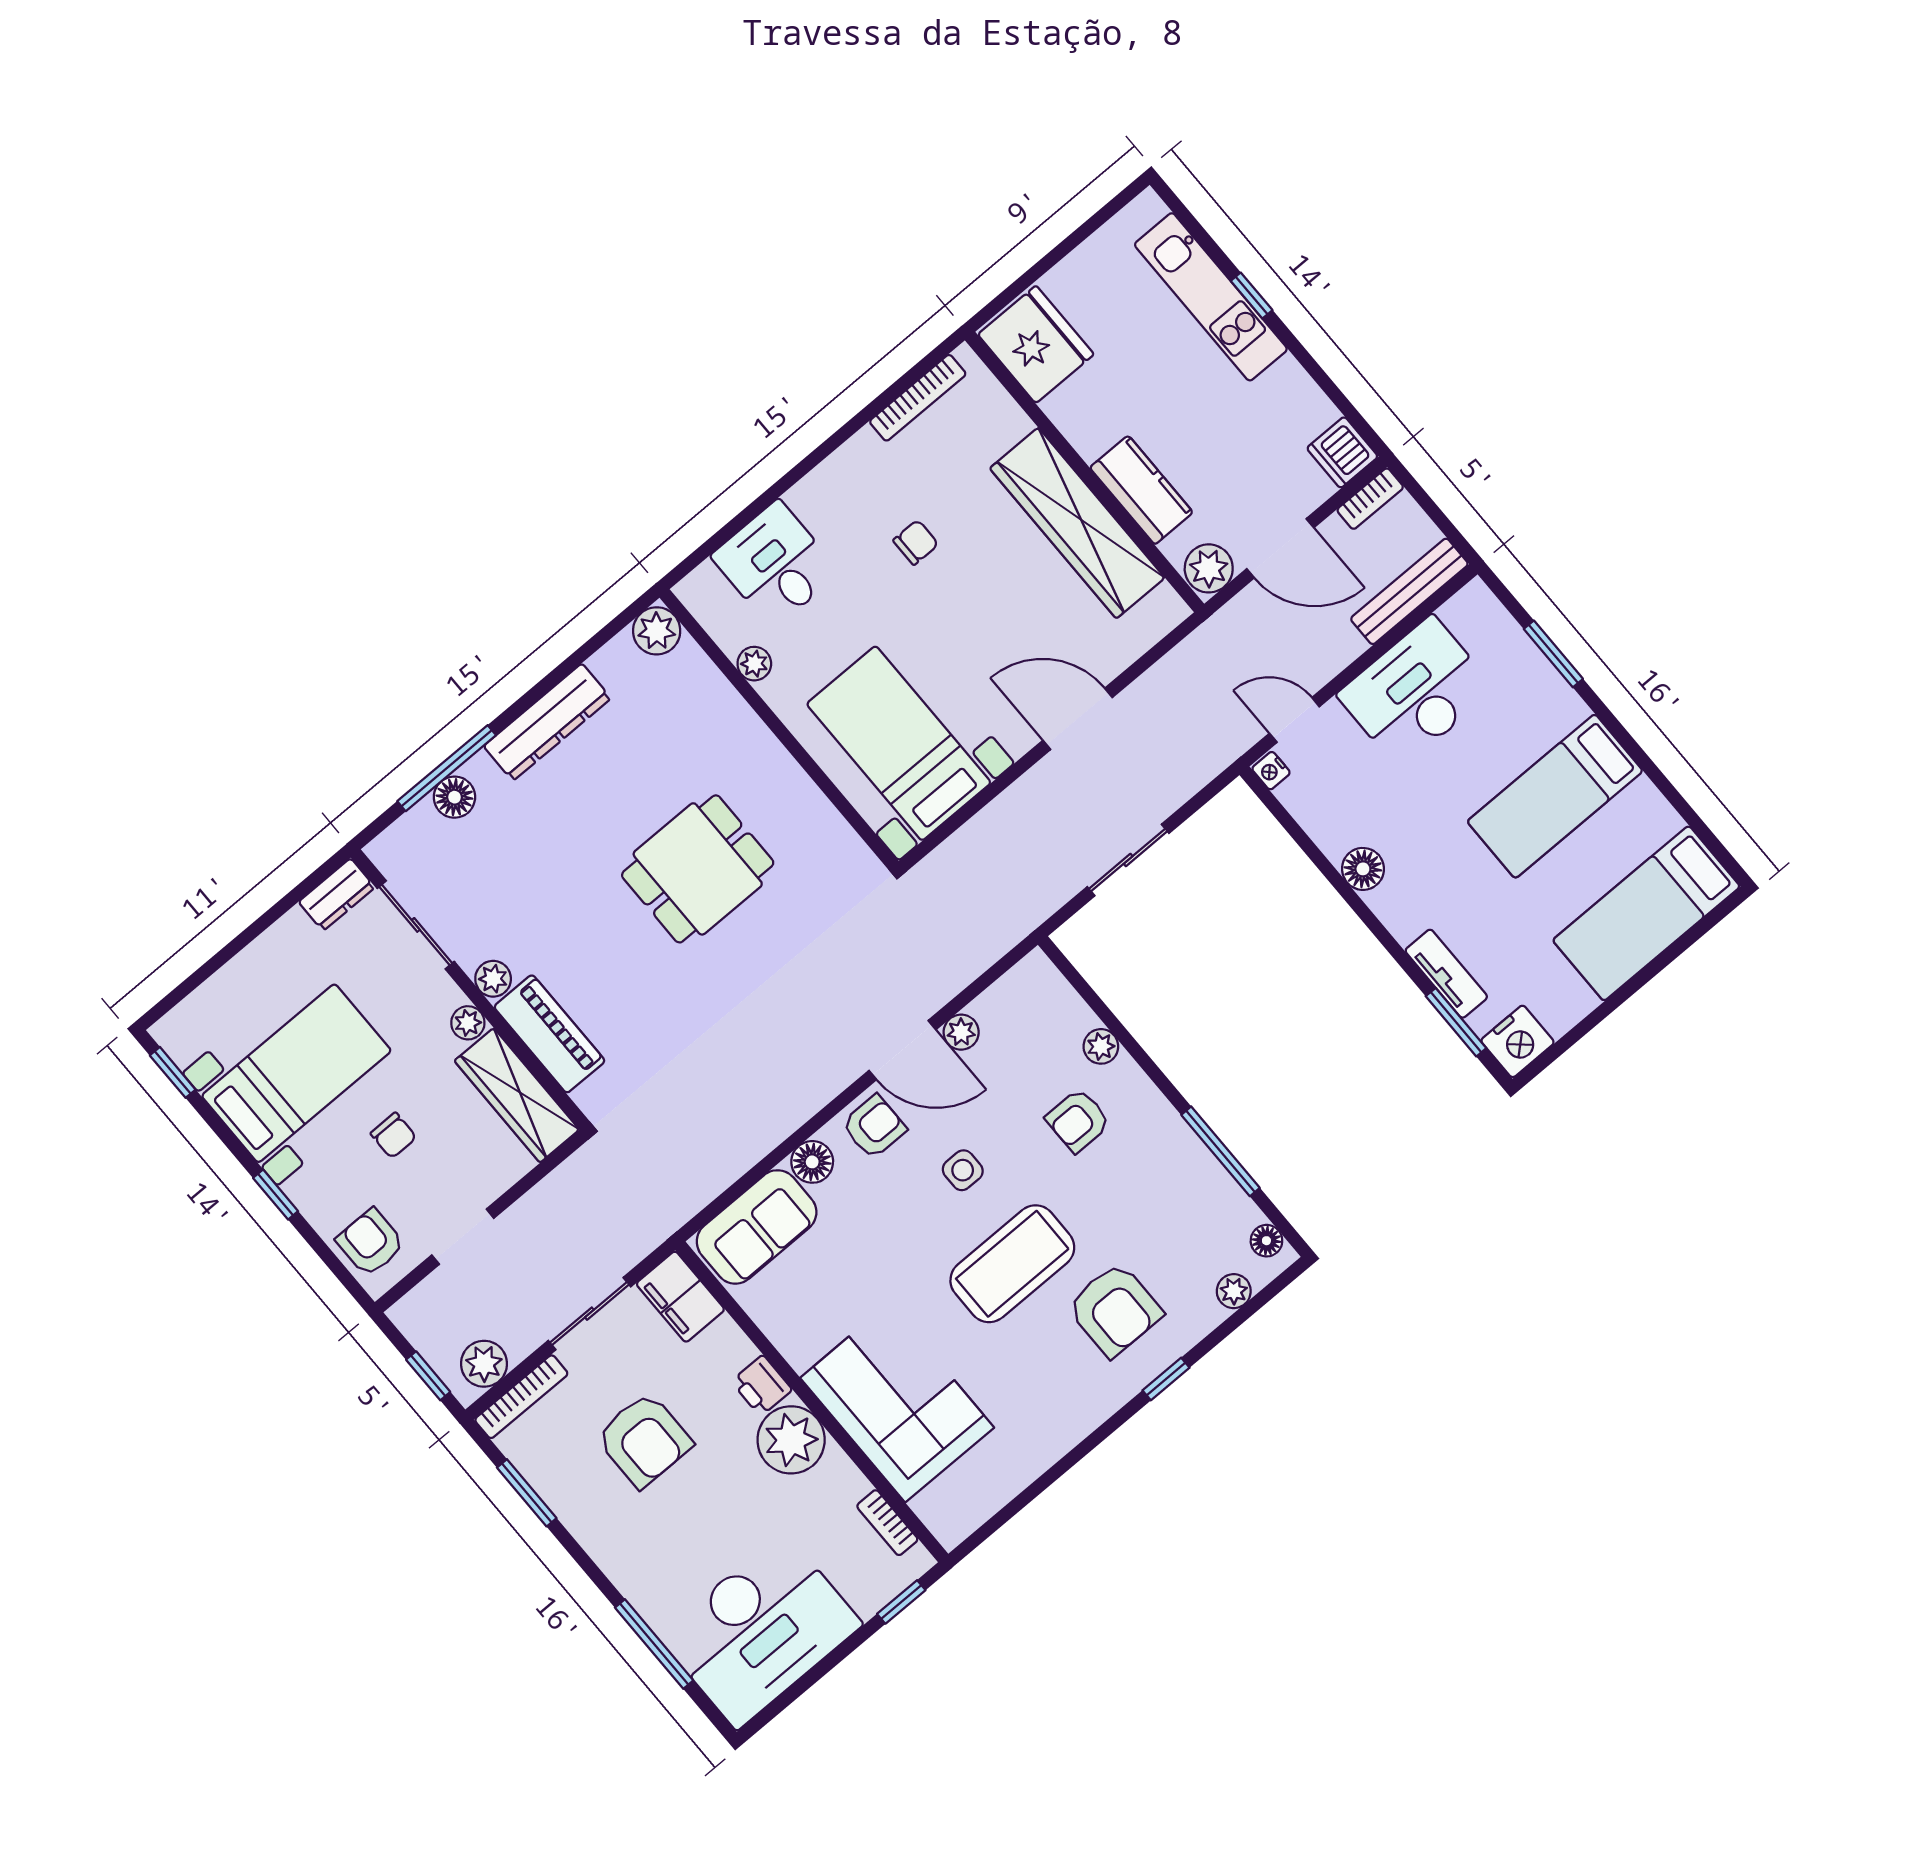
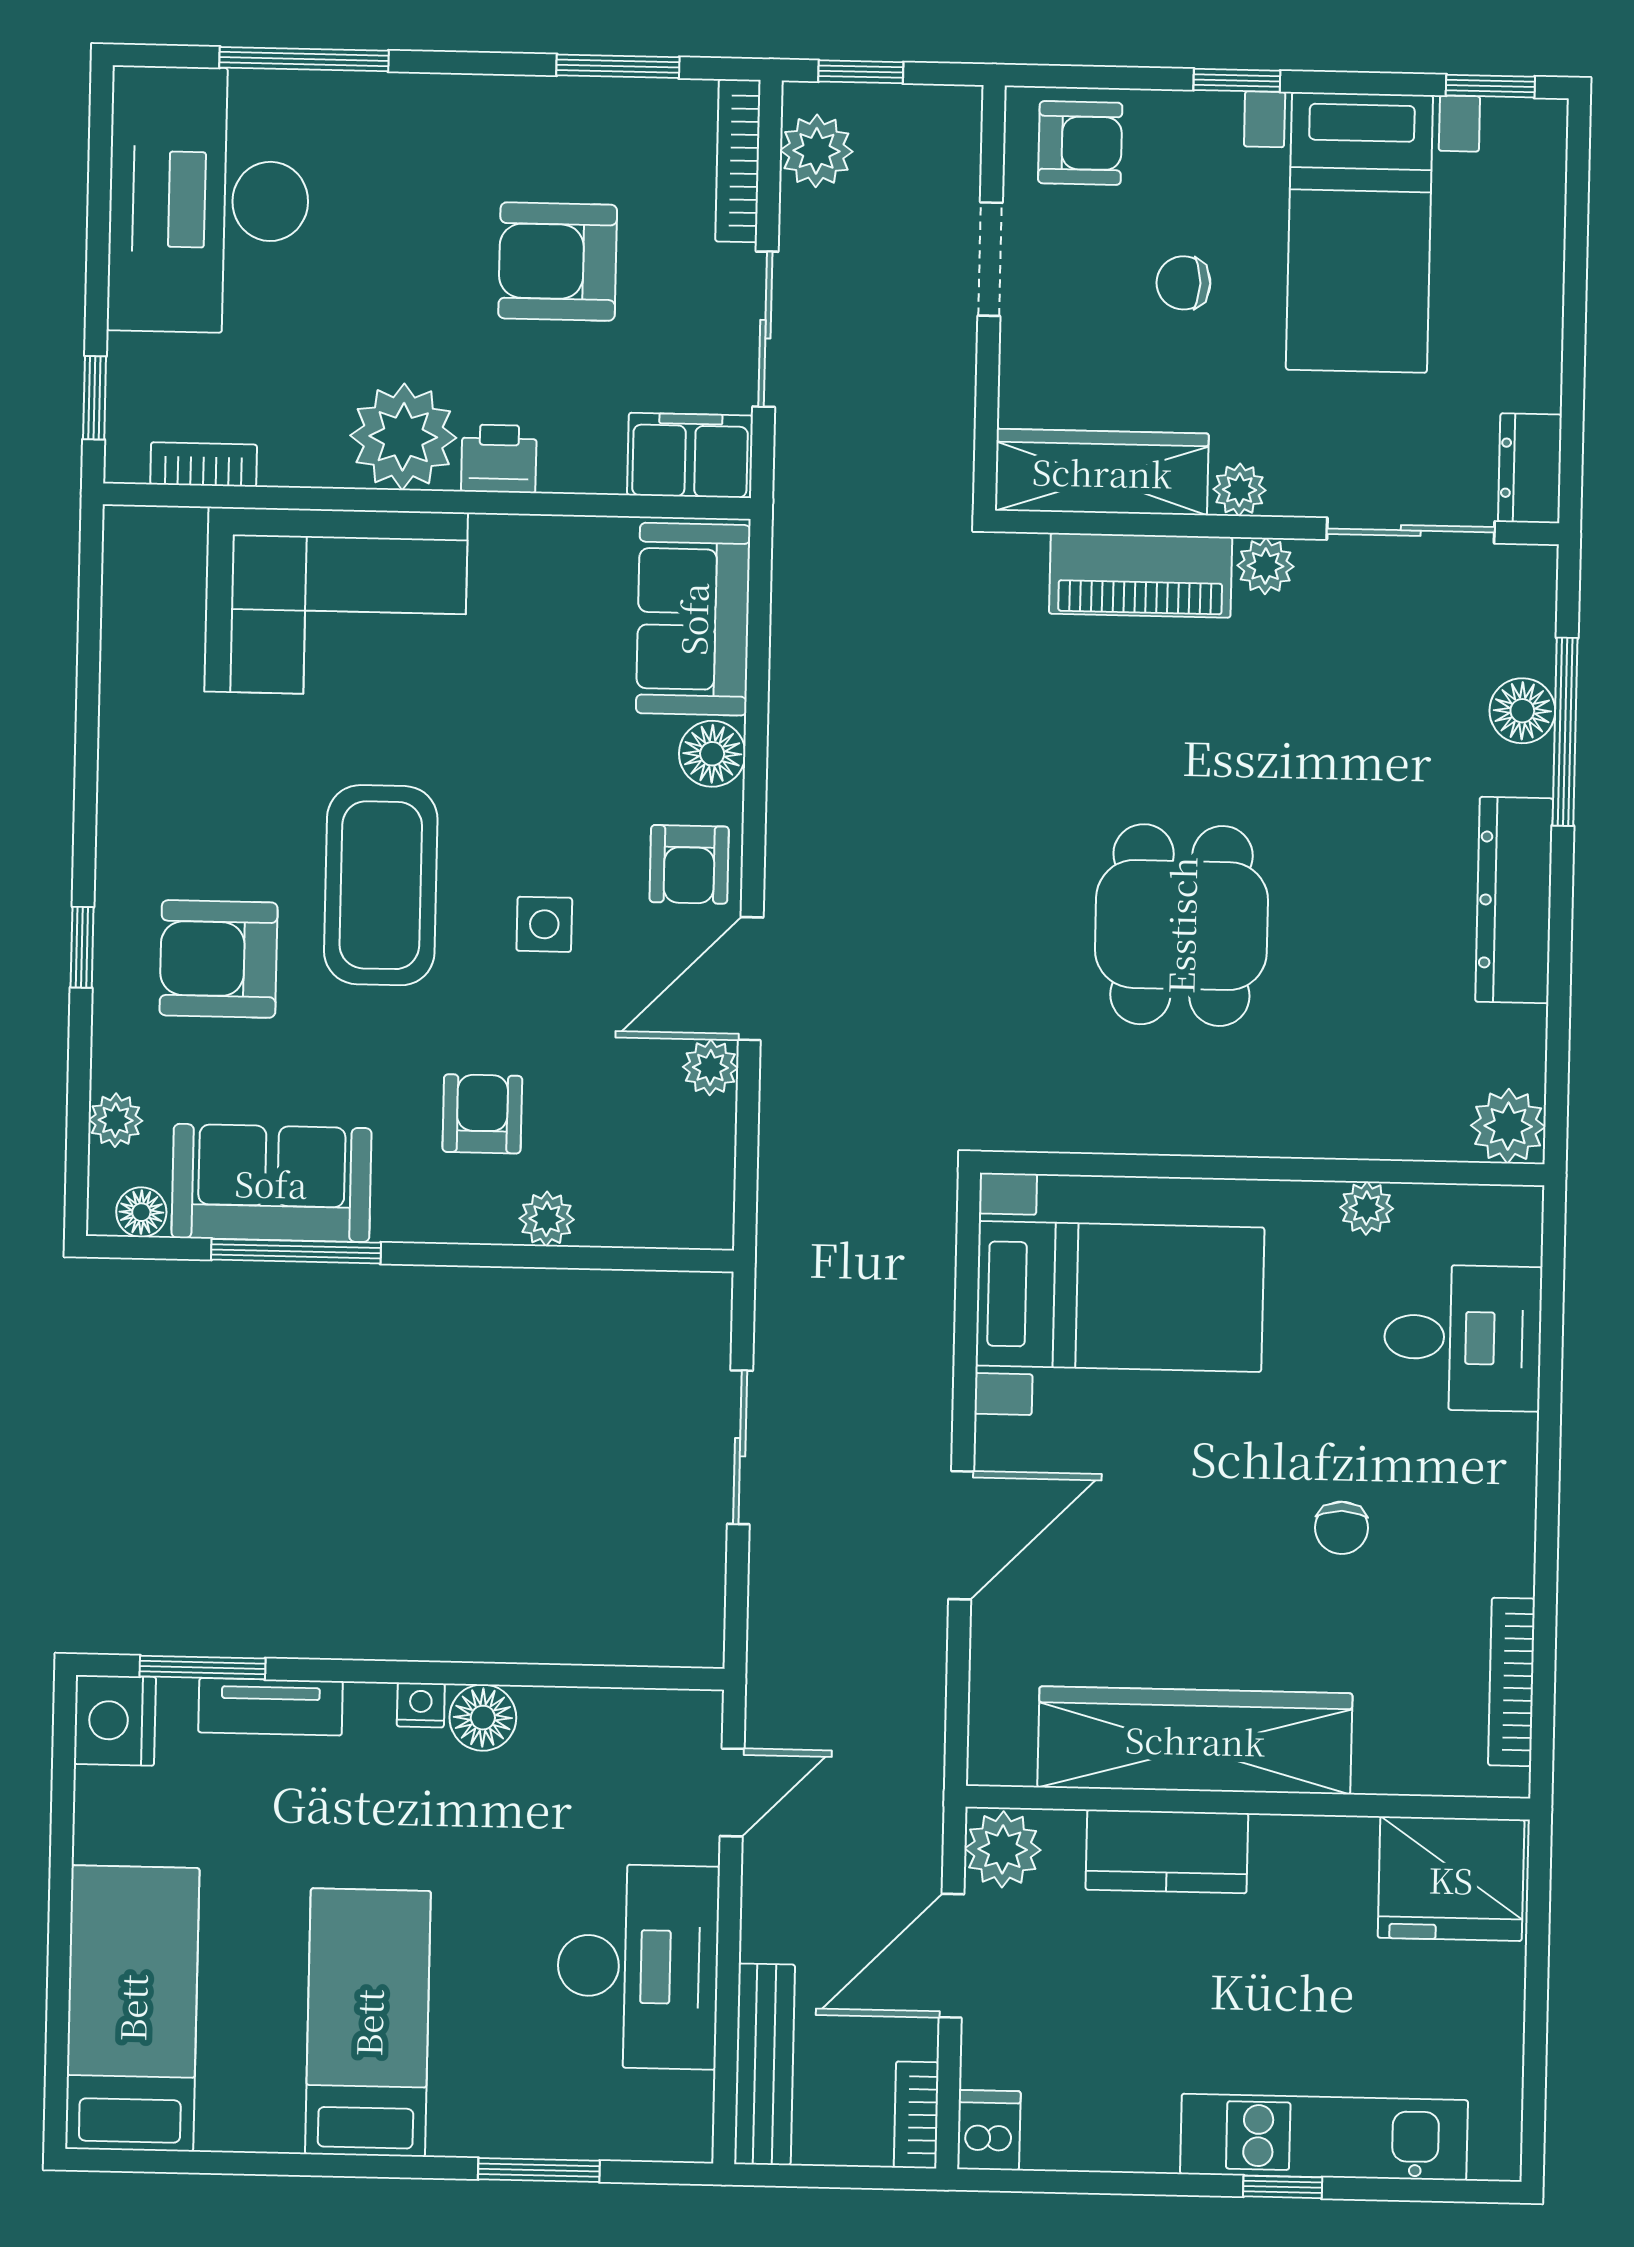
dishwasher: (1342, 452) -> (989, 2130), width x0.73
nightstand: (1271, 771) -> (421, 1705), moved
sofa: (1198, 1191) -> (271, 1183), added

